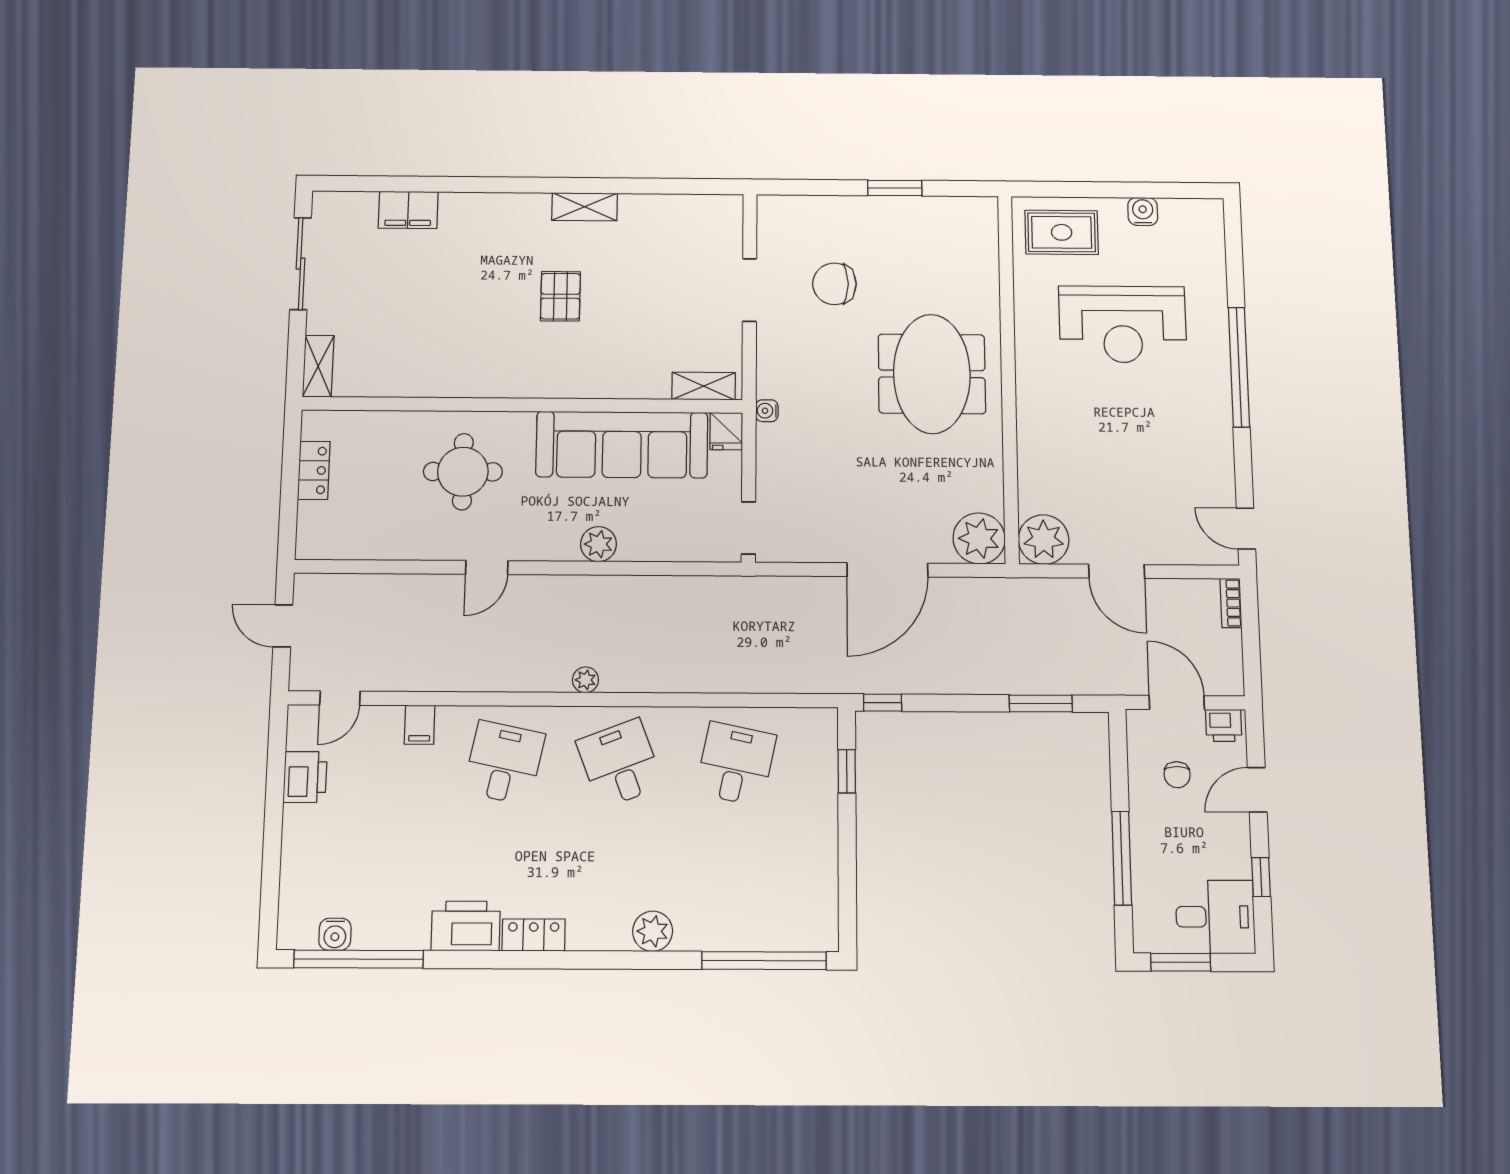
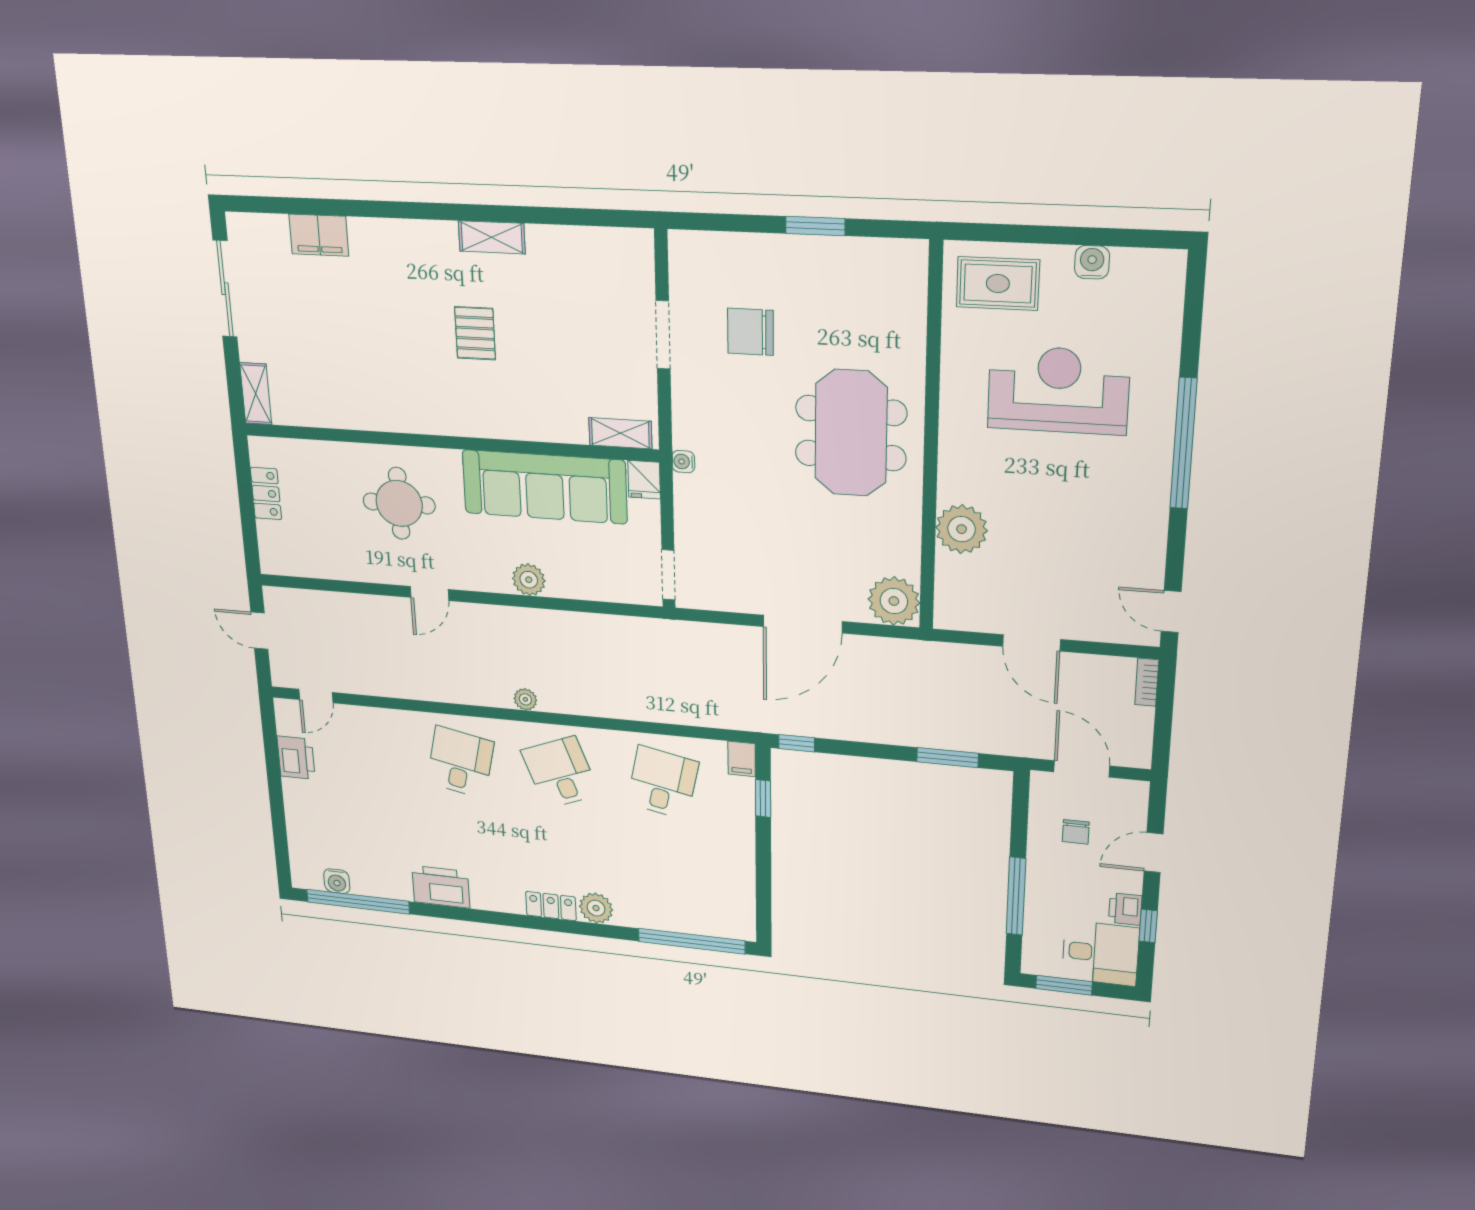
reception desk: (1123, 324) -> (1058, 390), turned 180
plant: (1044, 540) -> (962, 529), moved
filing cabinet: (420, 725) -> (742, 759), moved
printer: (1224, 725) -> (1125, 909), moved, turned 90
locker: (534, 935) -> (551, 906), moved

